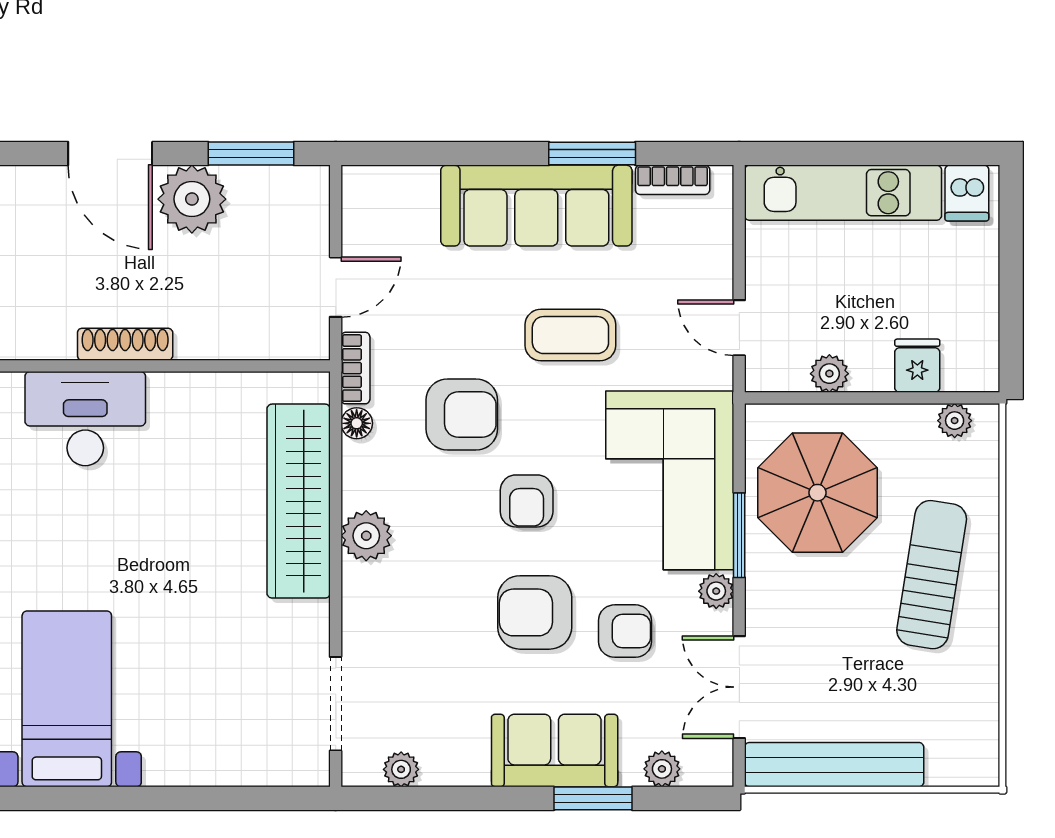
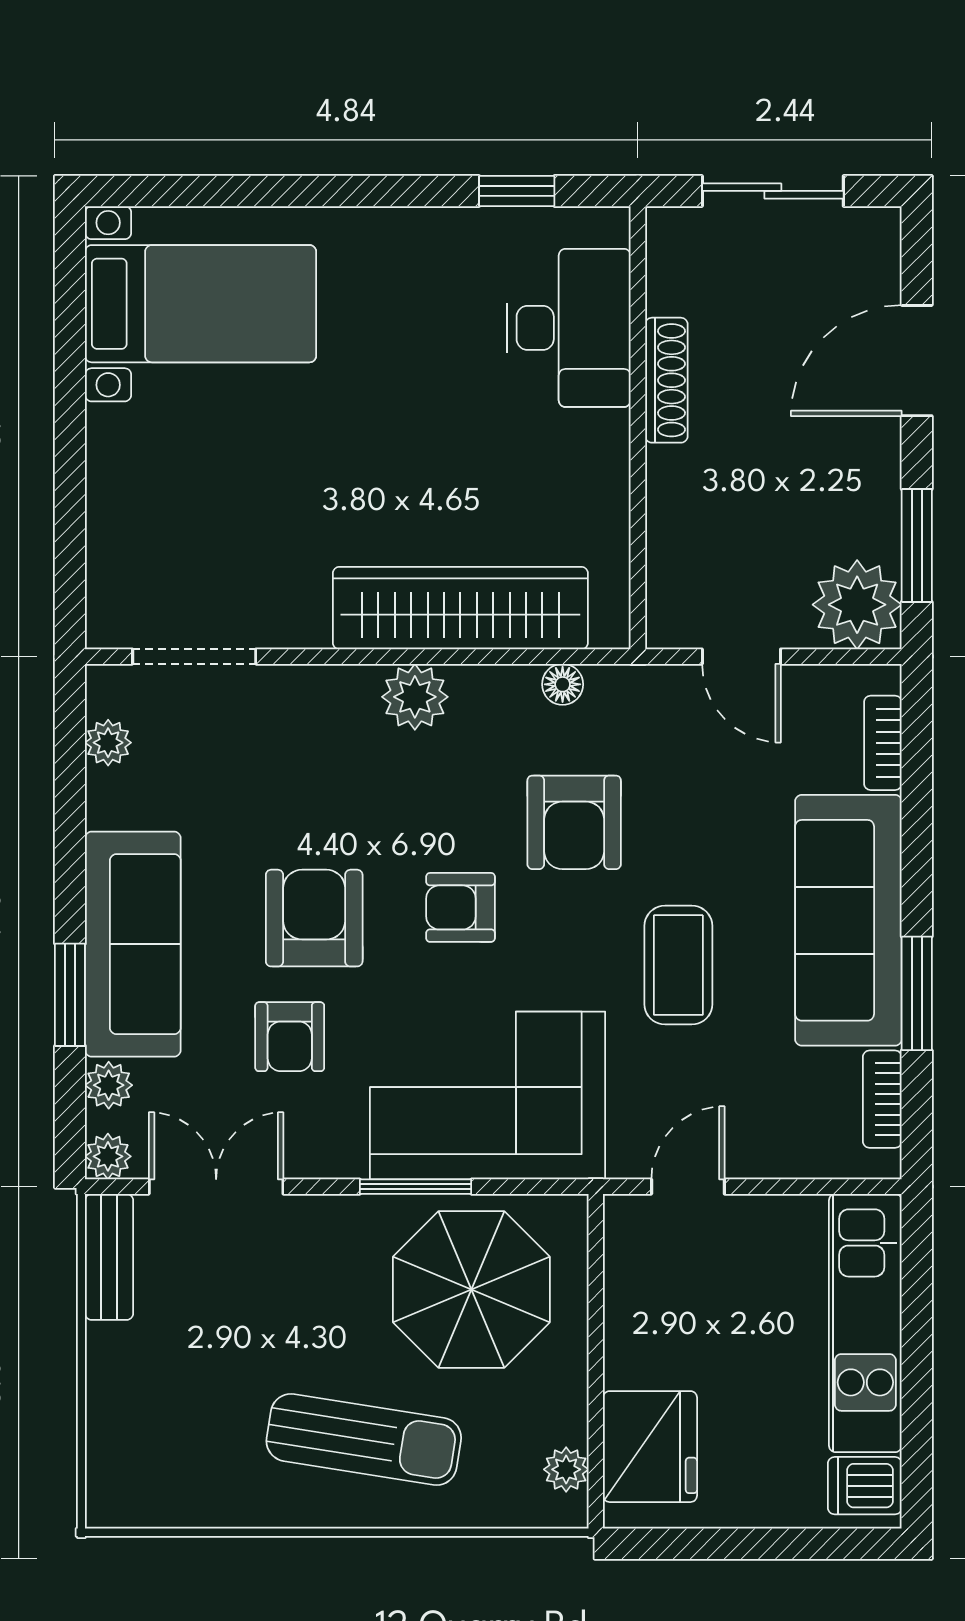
plant: (192, 199) -> (857, 605), moved
fridge: (917, 366) -> (650, 1447), width x1.88, depth x1.34
bookcase: (355, 368) -> (883, 743), moved, turned 90
plant: (829, 374) -> (628, 1305), removed
plant: (716, 591) -> (108, 1156), moved
sofa: (555, 750) -> (133, 944), width x1.36
bench: (834, 765) -> (109, 1257), width x0.54, depth x0.82

